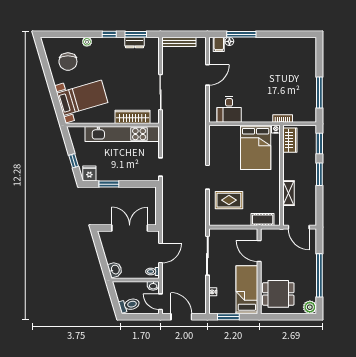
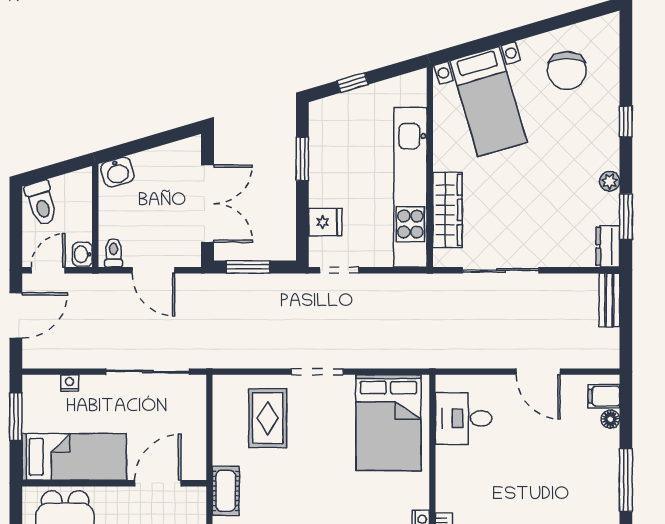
window: (109, 34) -> (626, 121), moved
window: (241, 34) -> (626, 480), moved
plant: (87, 42) -> (610, 181), moved
bench: (179, 42) -> (609, 300), width x0.73
dresser: (135, 43) -> (608, 246), moved
chair: (68, 62) -> (567, 70), turned -90
bed: (256, 147) -> (388, 423), moved, turned -90
fridge: (89, 173) -> (325, 222), moved
window: (159, 209) -> (248, 267), added

